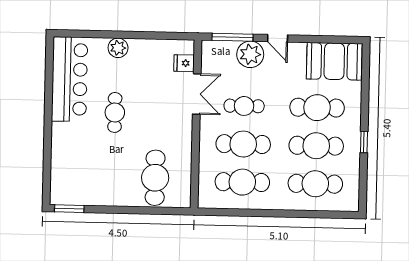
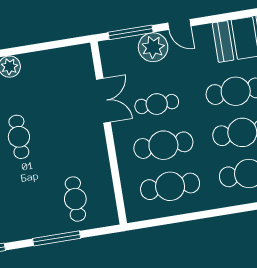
fridge: (184, 63) -> (84, 70), removed
cafe table: (155, 178) -> (75, 199), width x0.73, depth x0.74
window: (132, 210) -> (57, 238), added

